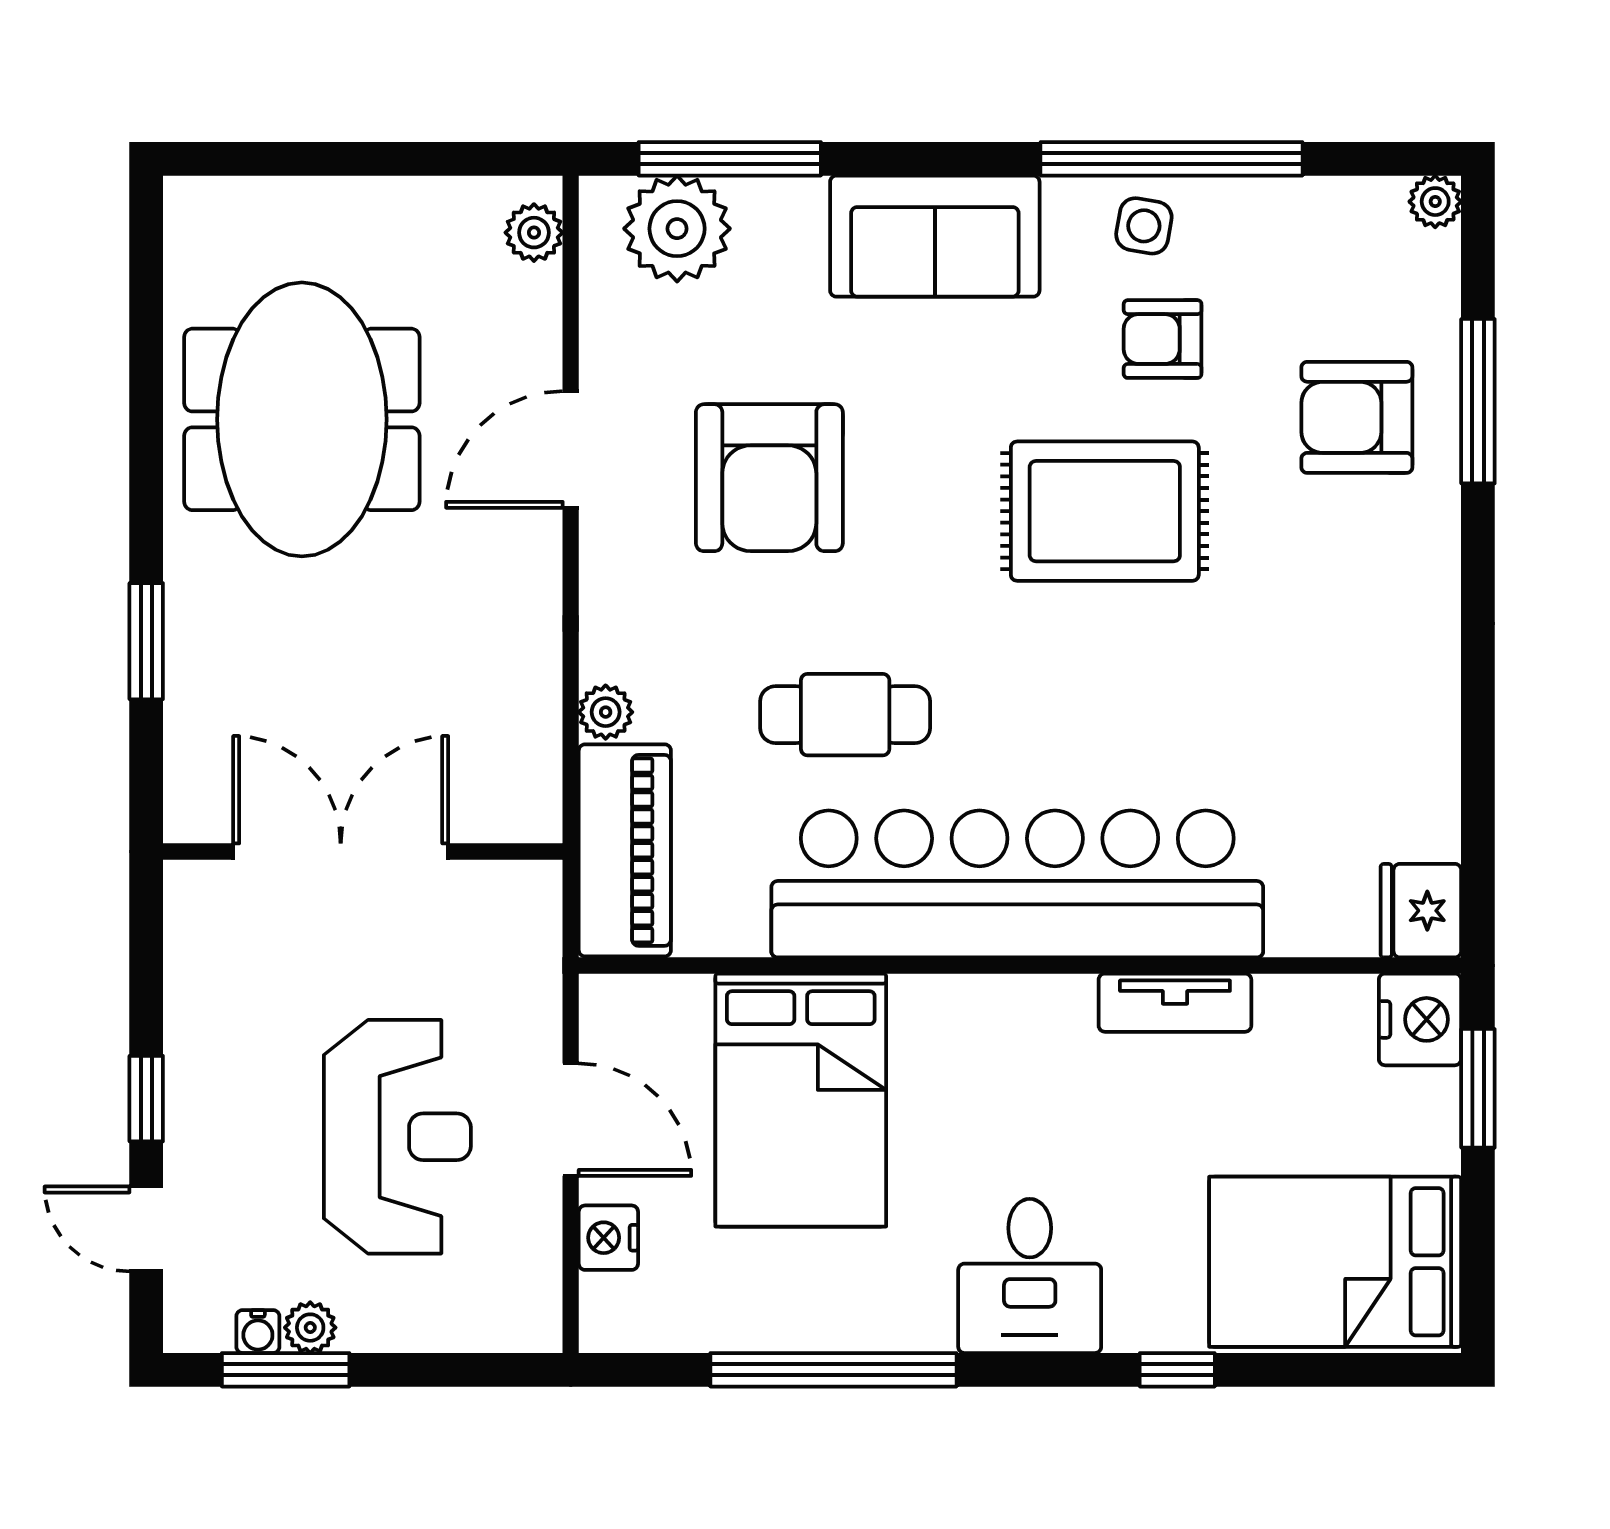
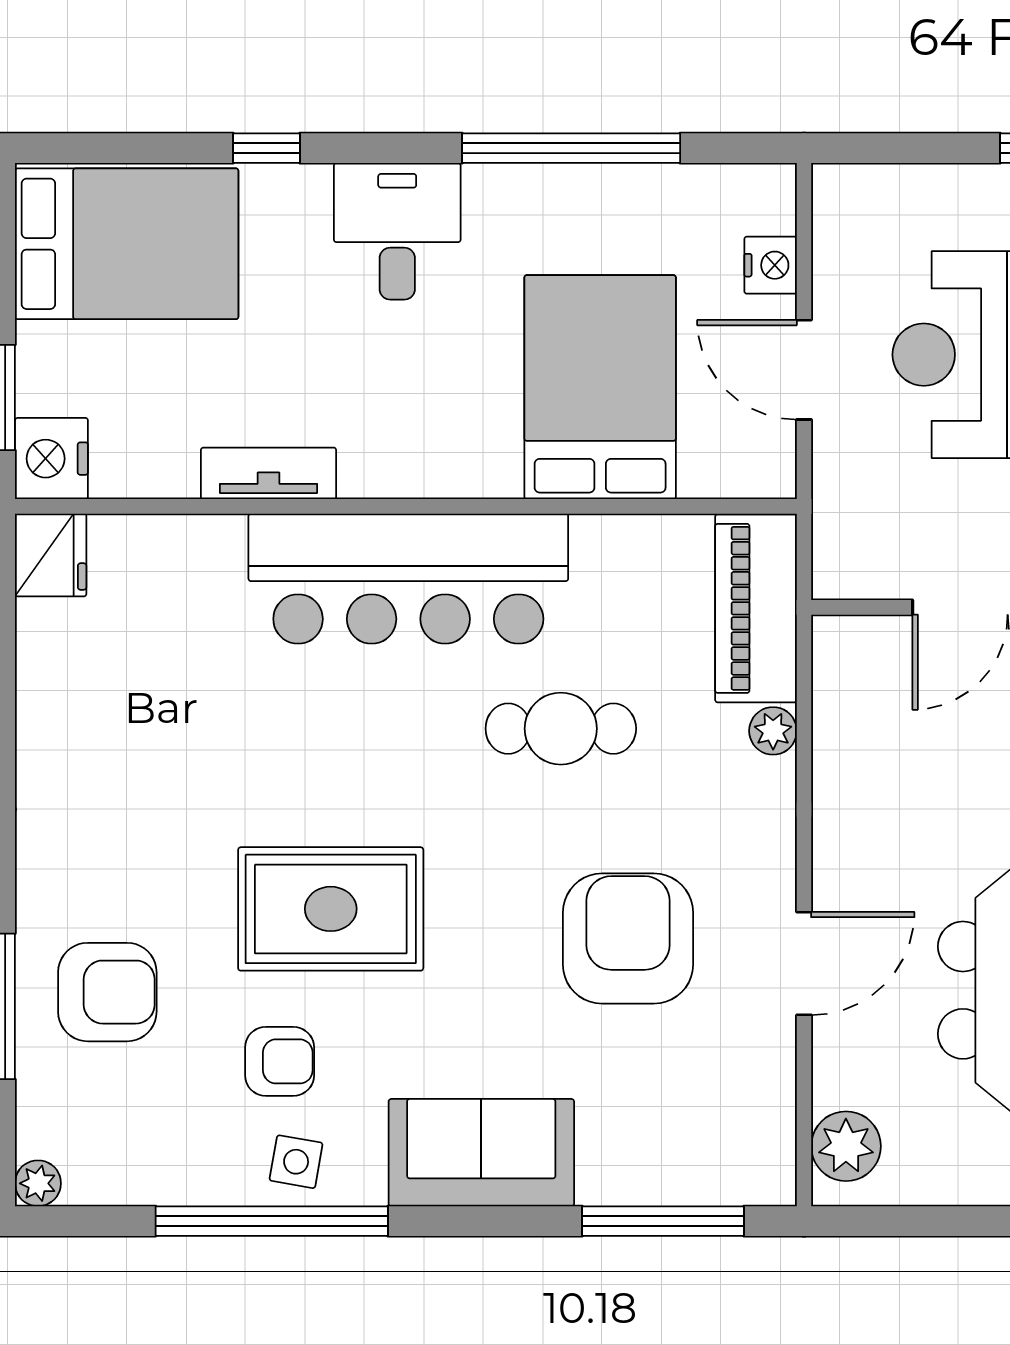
plant: (677, 229) -> (710, 1159), removed
plant: (534, 233) -> (846, 1146), width x1.38, depth x1.38
bar counter: (1017, 884) -> (408, 579), width x0.73

